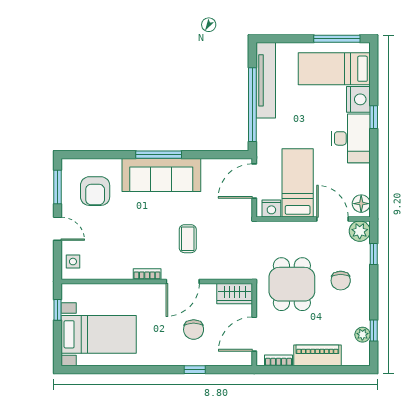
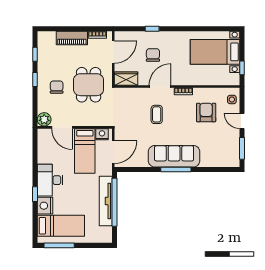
tv unit: (266, 80) -> (106, 201), moved
armchair: (95, 191) -> (206, 112), moved
floor lamp: (361, 204) -> (43, 137), removed
window: (374, 254) -> (35, 80), moved
plant: (362, 335) -> (42, 52), removed

